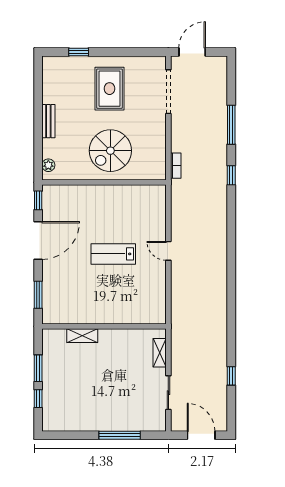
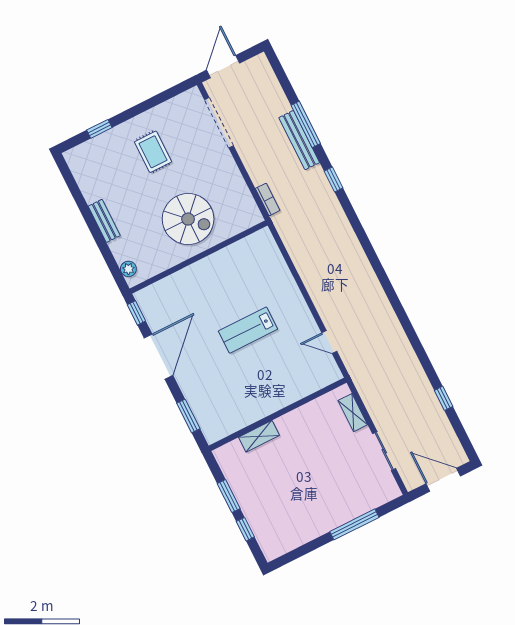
rug: (109, 89) -> (153, 152), width x0.73, depth x0.70
bench: (221, 134) -> (299, 140), added
spiral stairs: (110, 151) -> (188, 219), turned -90
door: (168, 251) -> (329, 342), moved

